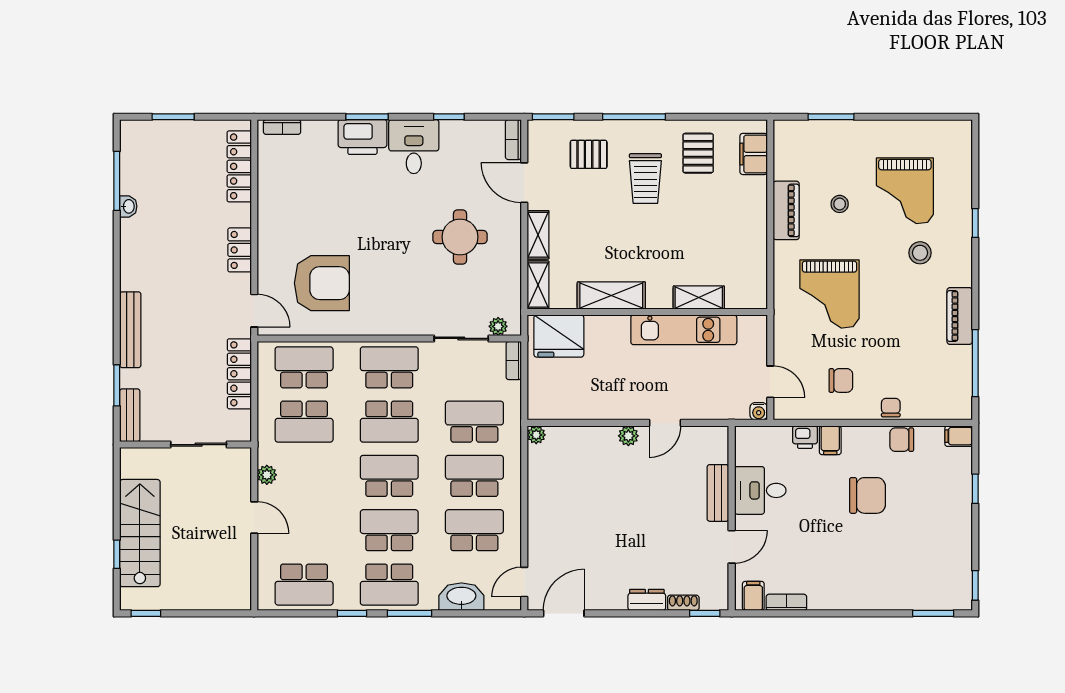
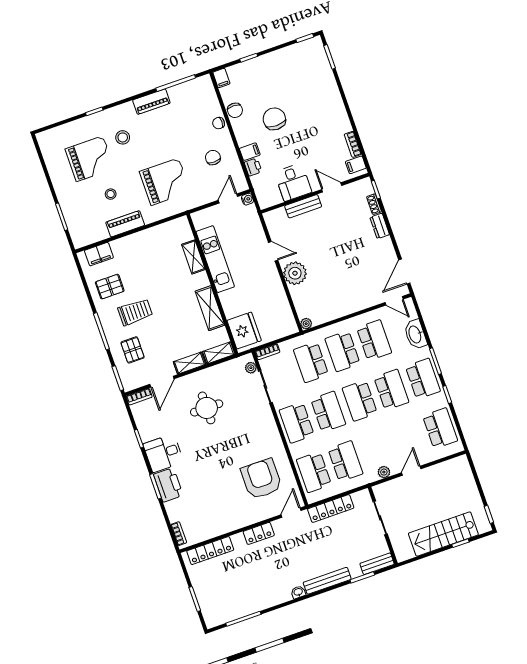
washbasin: (128, 206) -> (298, 592), moved
plant: (628, 436) -> (295, 273), width x1.88, depth x1.88
school desk: (389, 530) -> (391, 390), turned 180
school desk: (474, 530) -> (374, 340), turned 180
door: (564, 613) -> (404, 272), hinge flipped

